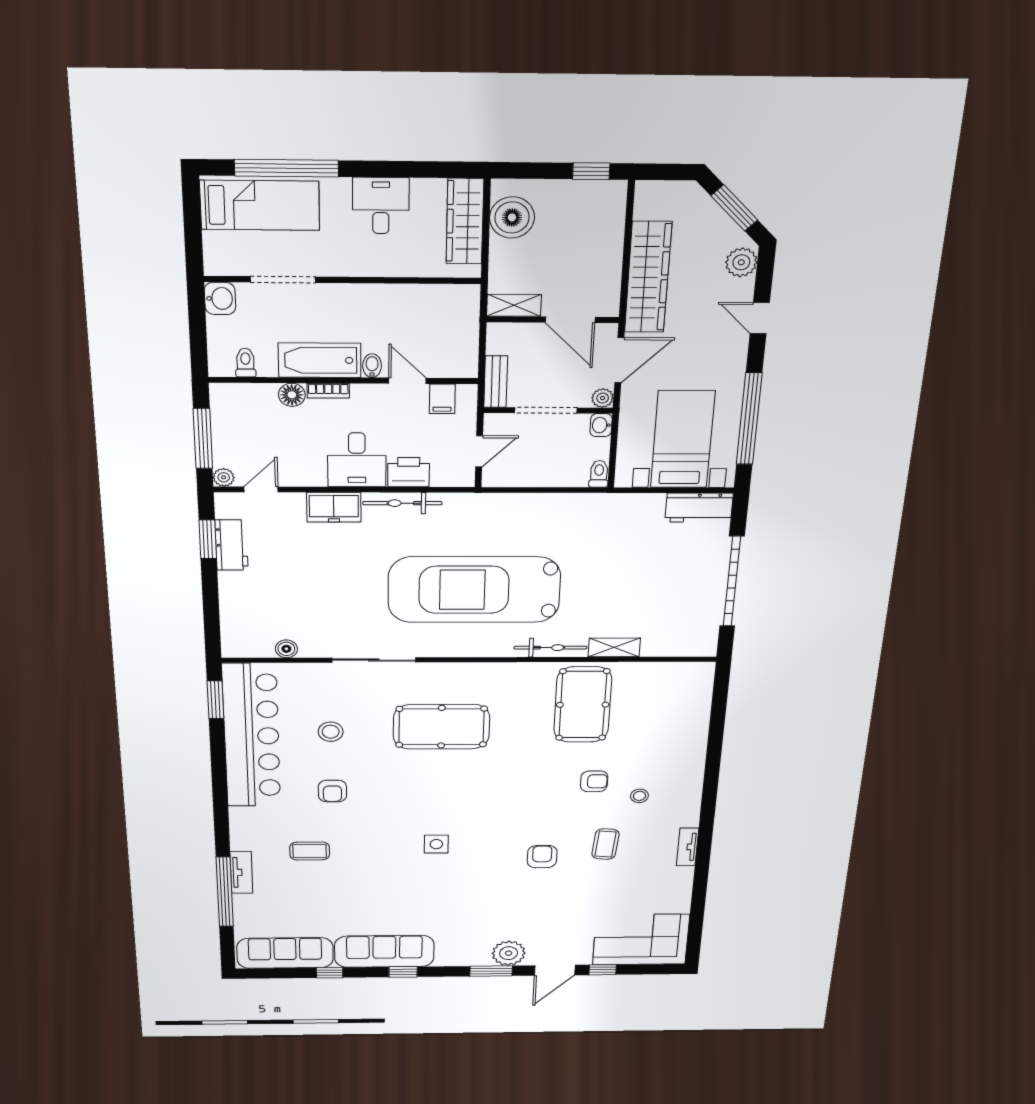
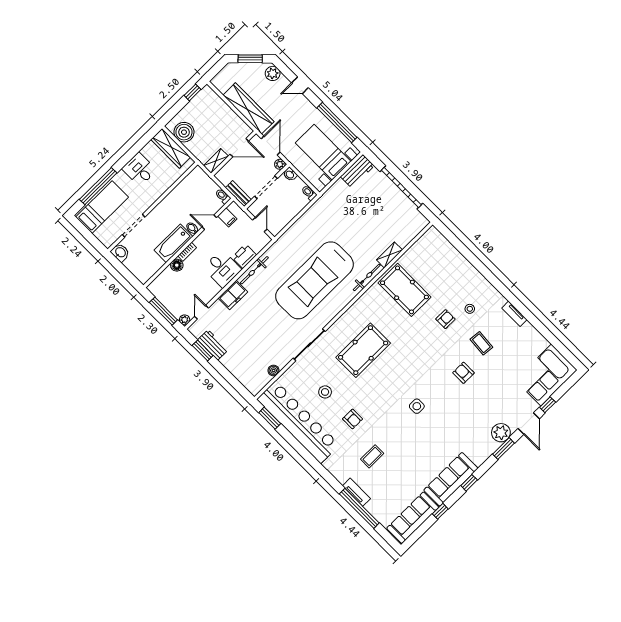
toilet: (246, 363) -> (223, 196), moved

